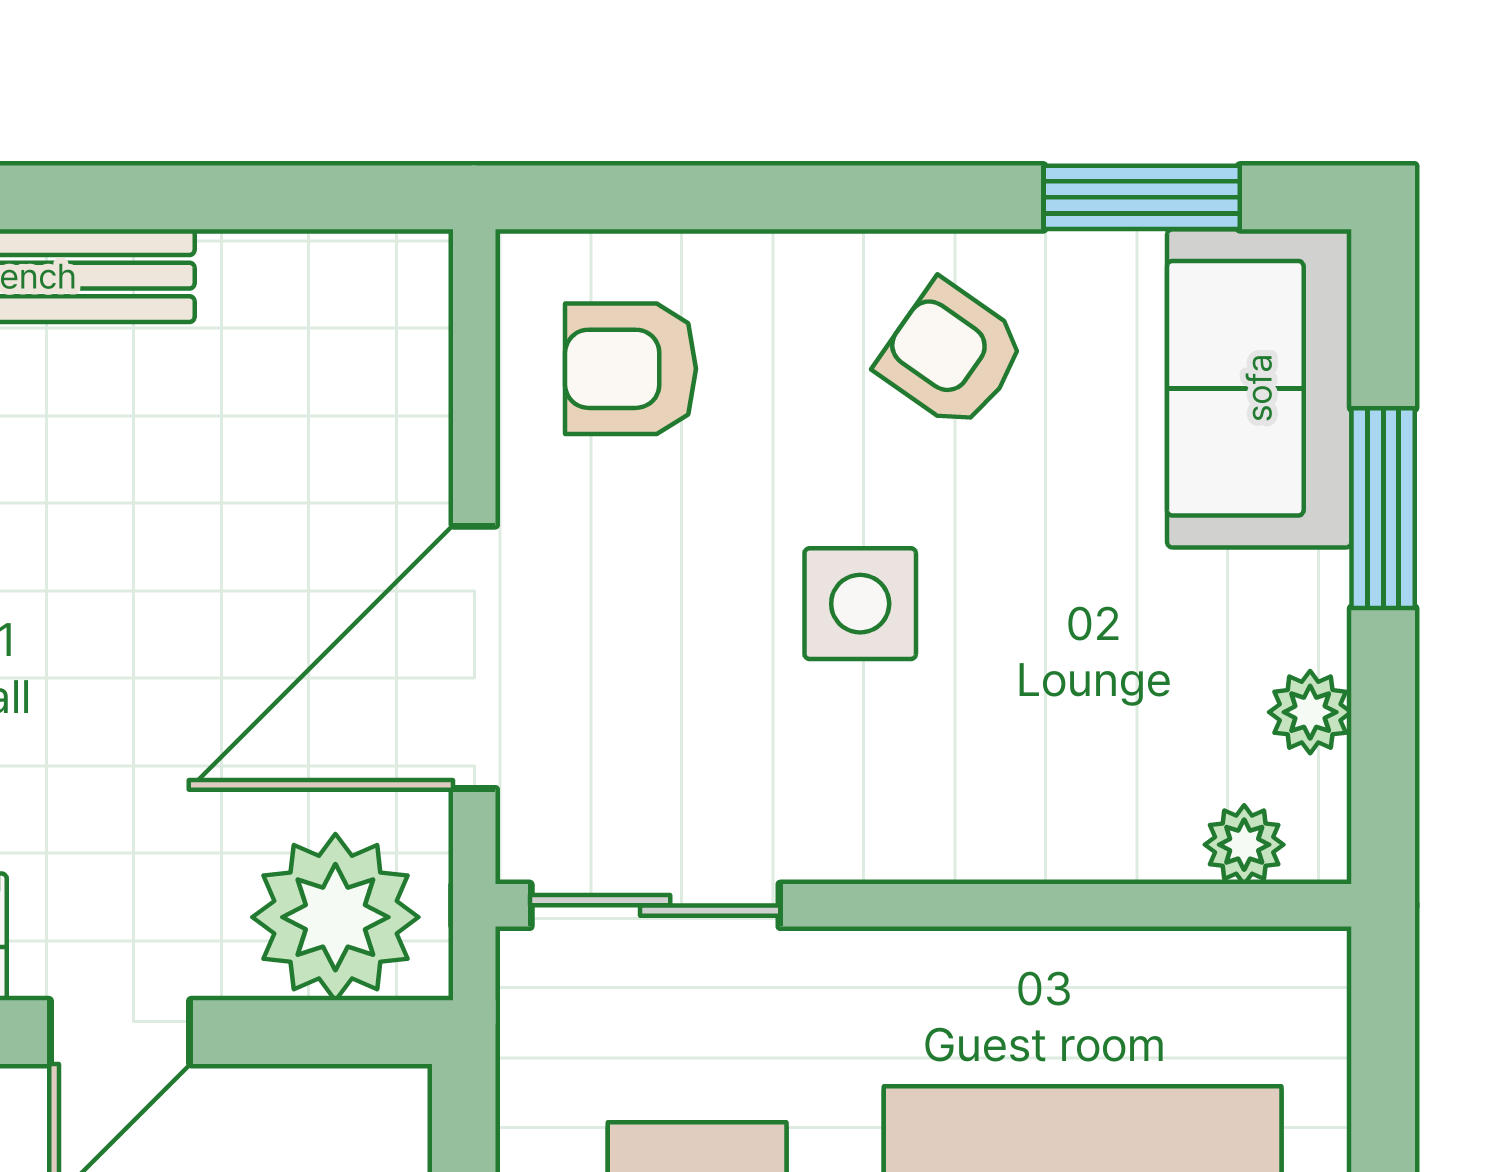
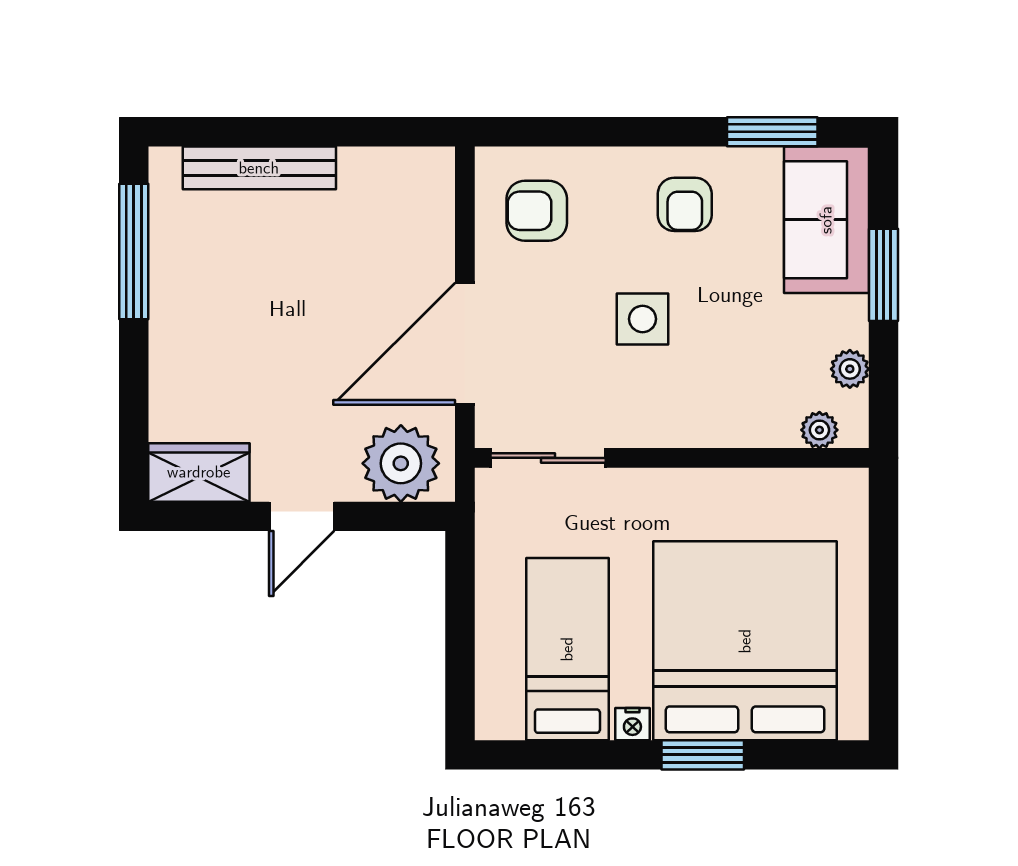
armchair: (952, 355) -> (685, 204), turned -125

